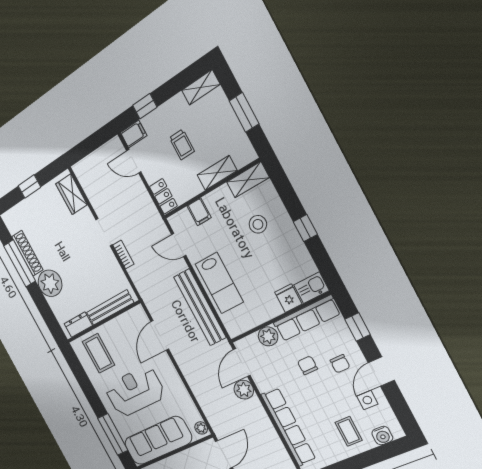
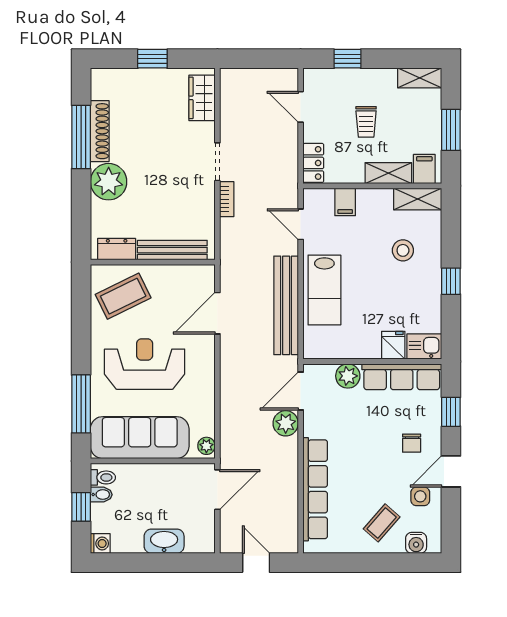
filing cabinet: (134, 134) -> (424, 169), moved, turned -90
coffee table: (98, 353) -> (123, 296), turned 64
chair: (307, 365) -> (375, 429), removed
coffee table: (349, 431) -> (382, 523), turned 41

